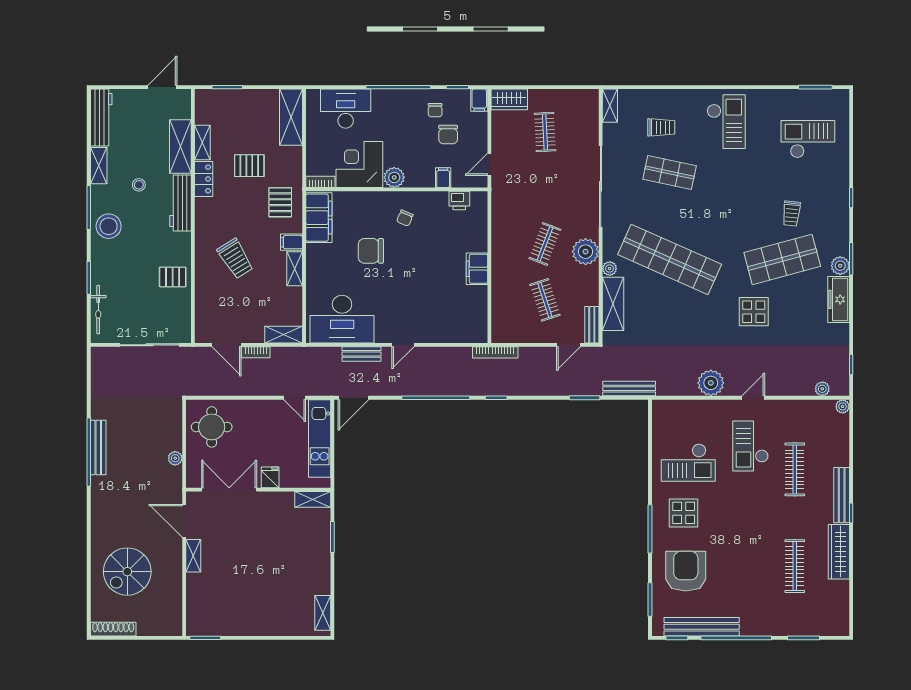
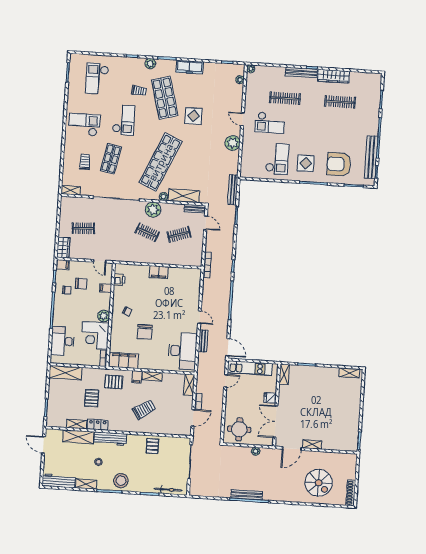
checkout: (739, 190) -> (124, 120), added
plant: (840, 266) -> (150, 64), moved

